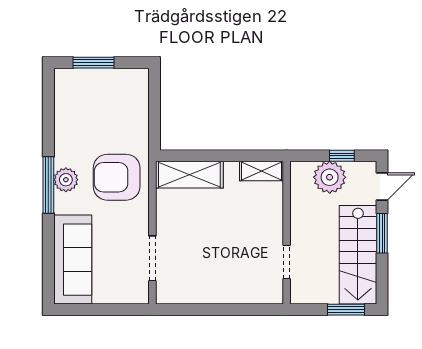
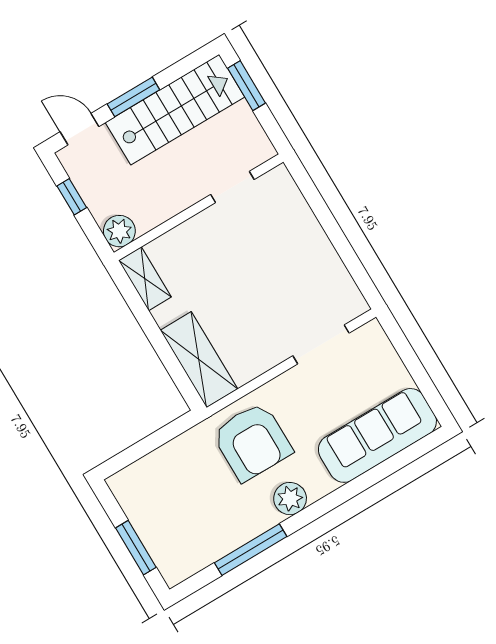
plant: (330, 177) -> (119, 231), moved, width x0.73, depth x0.73
window: (48, 185) -> (251, 550), moved

